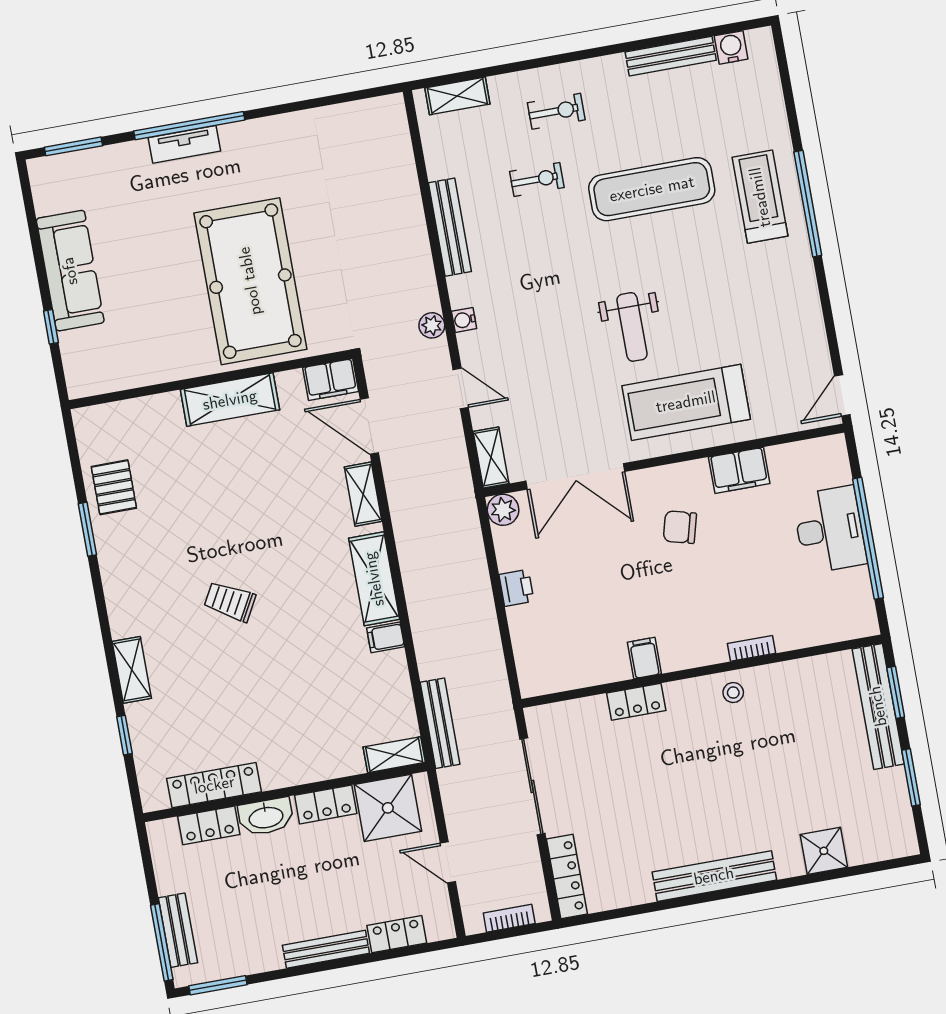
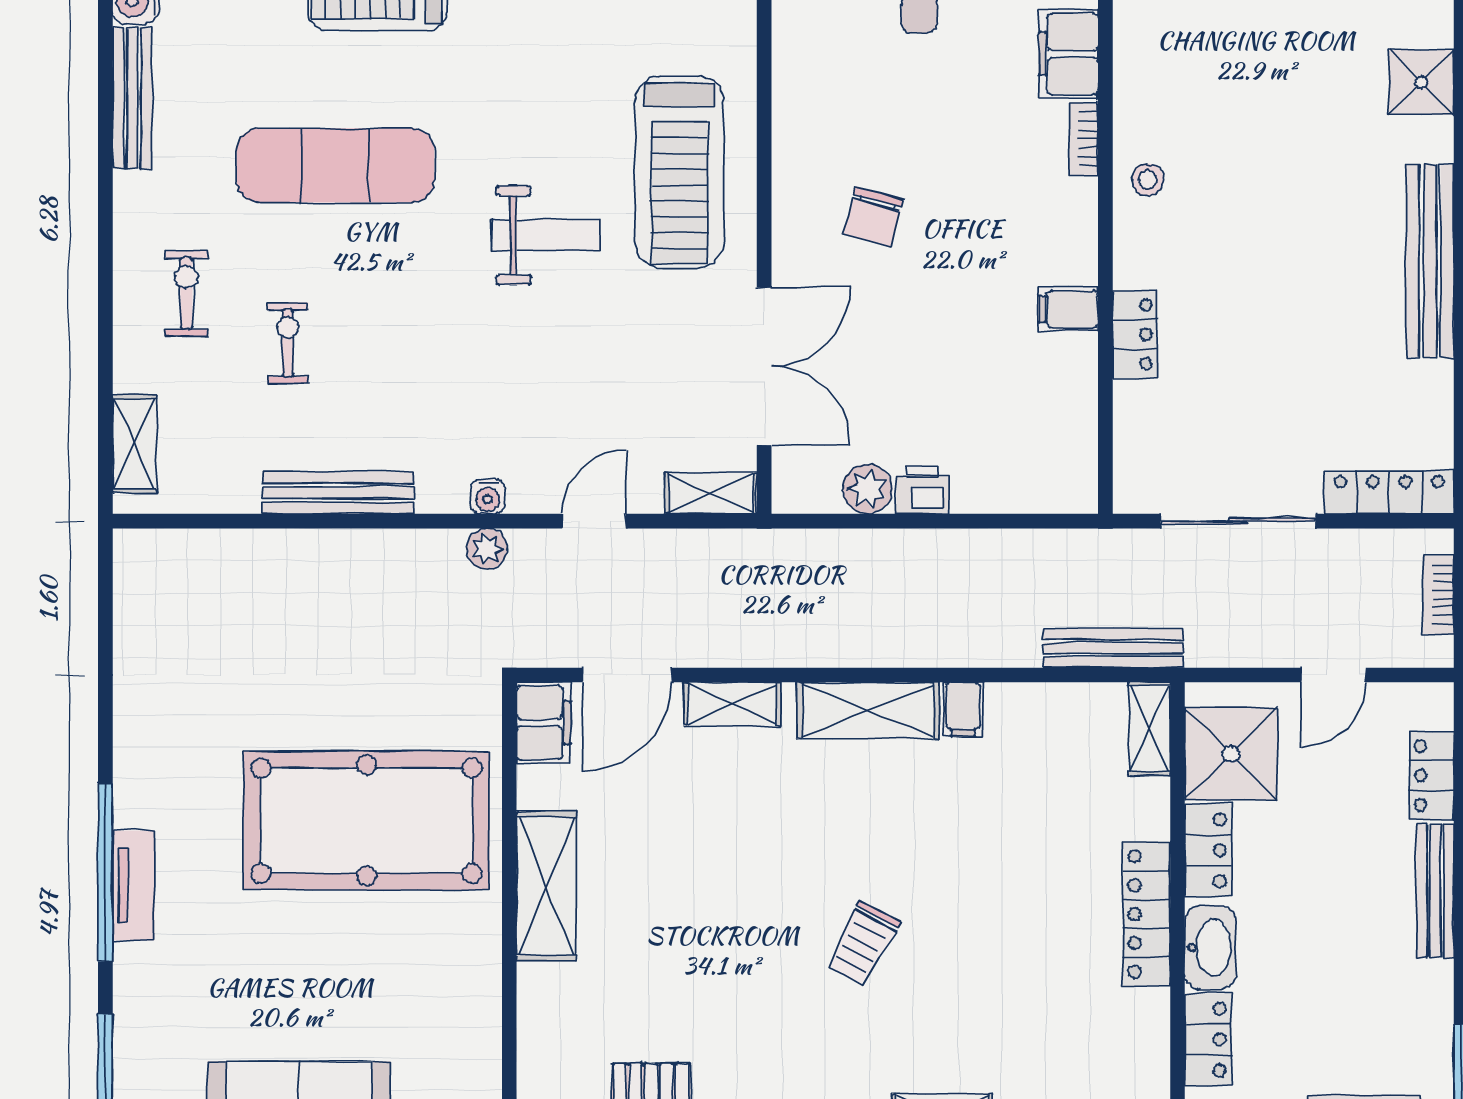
exercise mat: (652, 189) -> (335, 165), turned 90
filing cabinet: (739, 470) -> (1069, 54), moved, turned 180
plant: (503, 510) -> (868, 489), moved
locker: (214, 785) -> (1146, 914), moved

